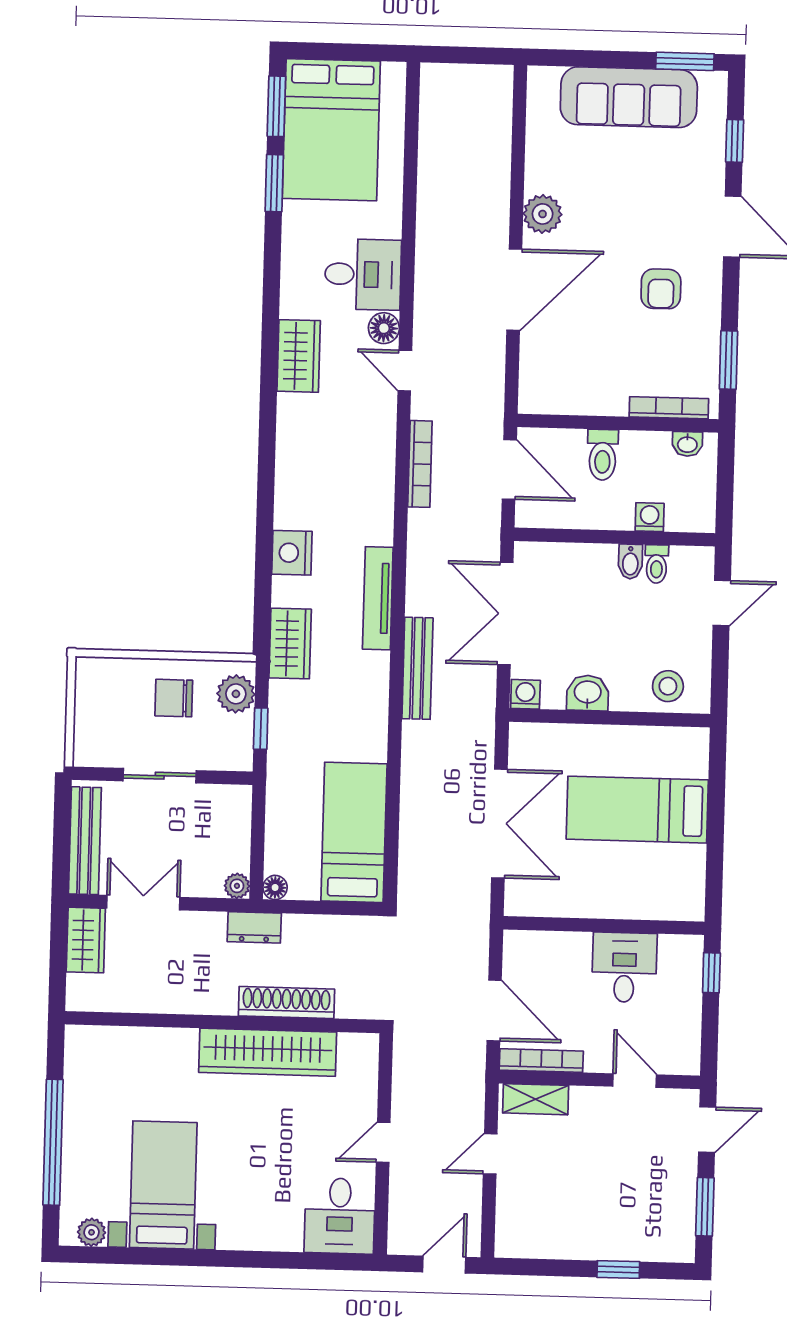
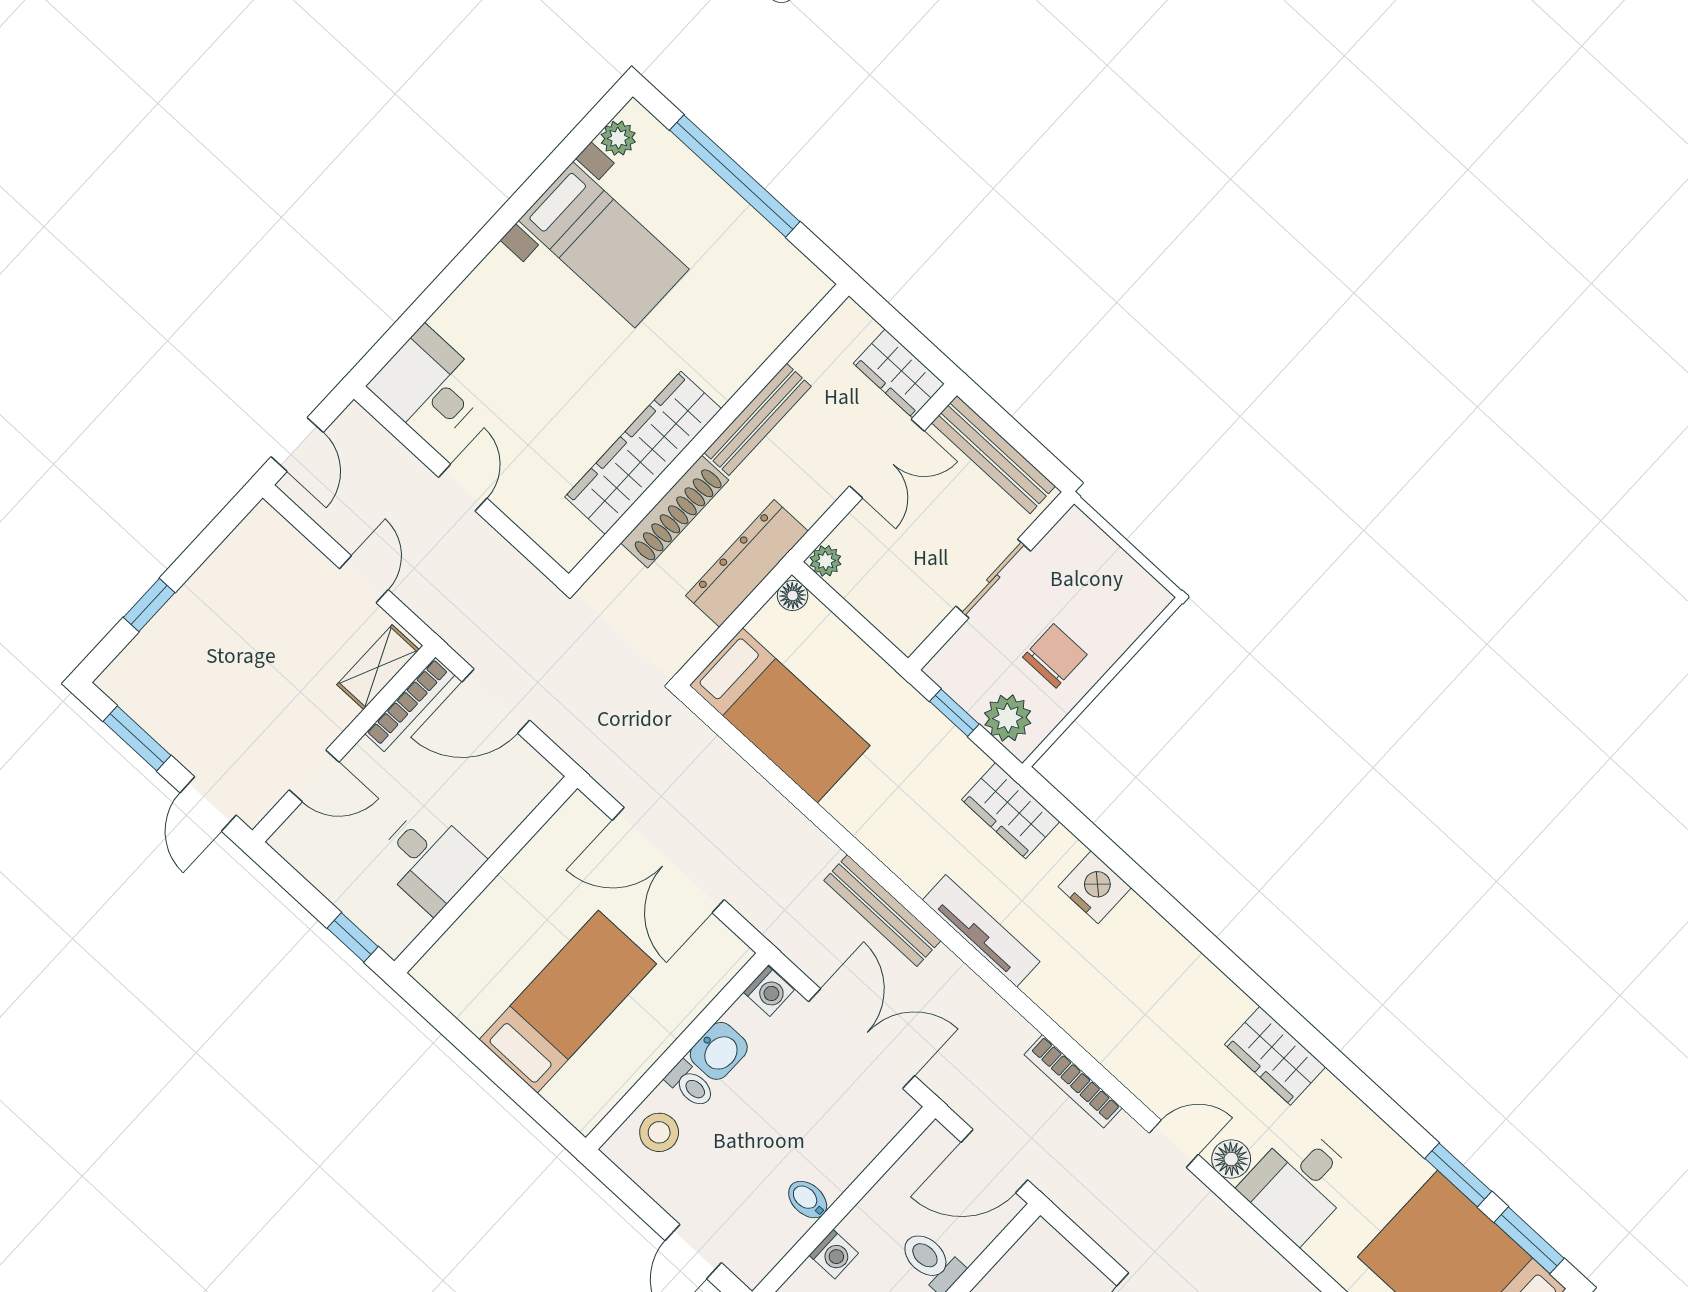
toilet: (657, 564) -> (690, 1085), moved, turned 180
dresser: (254, 927) -> (747, 563), width x1.96, depth x1.24
bench: (187, 1001) -> (758, 419), added

